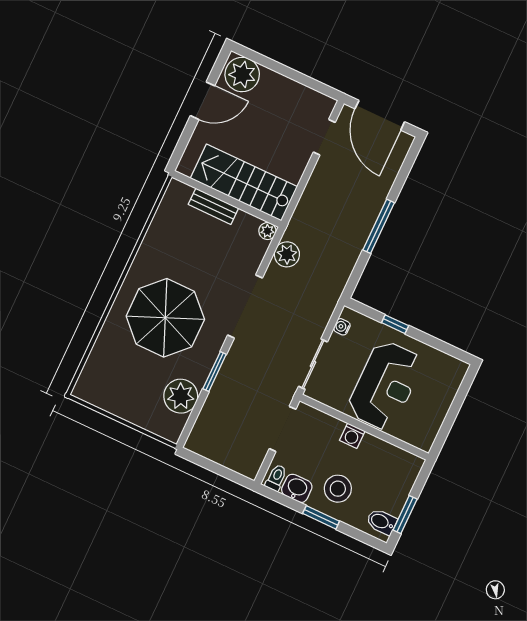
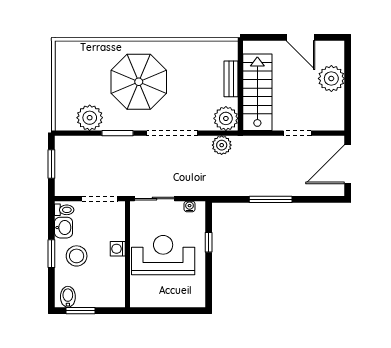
plant: (242, 74) -> (331, 79), moved
doorway: (324, 137) -> (297, 133), moved
plant: (267, 231) -> (226, 118), width x1.88, depth x1.88
reception desk: (385, 385) -> (163, 255), turned 180
window: (214, 467) -> (51, 164), added

